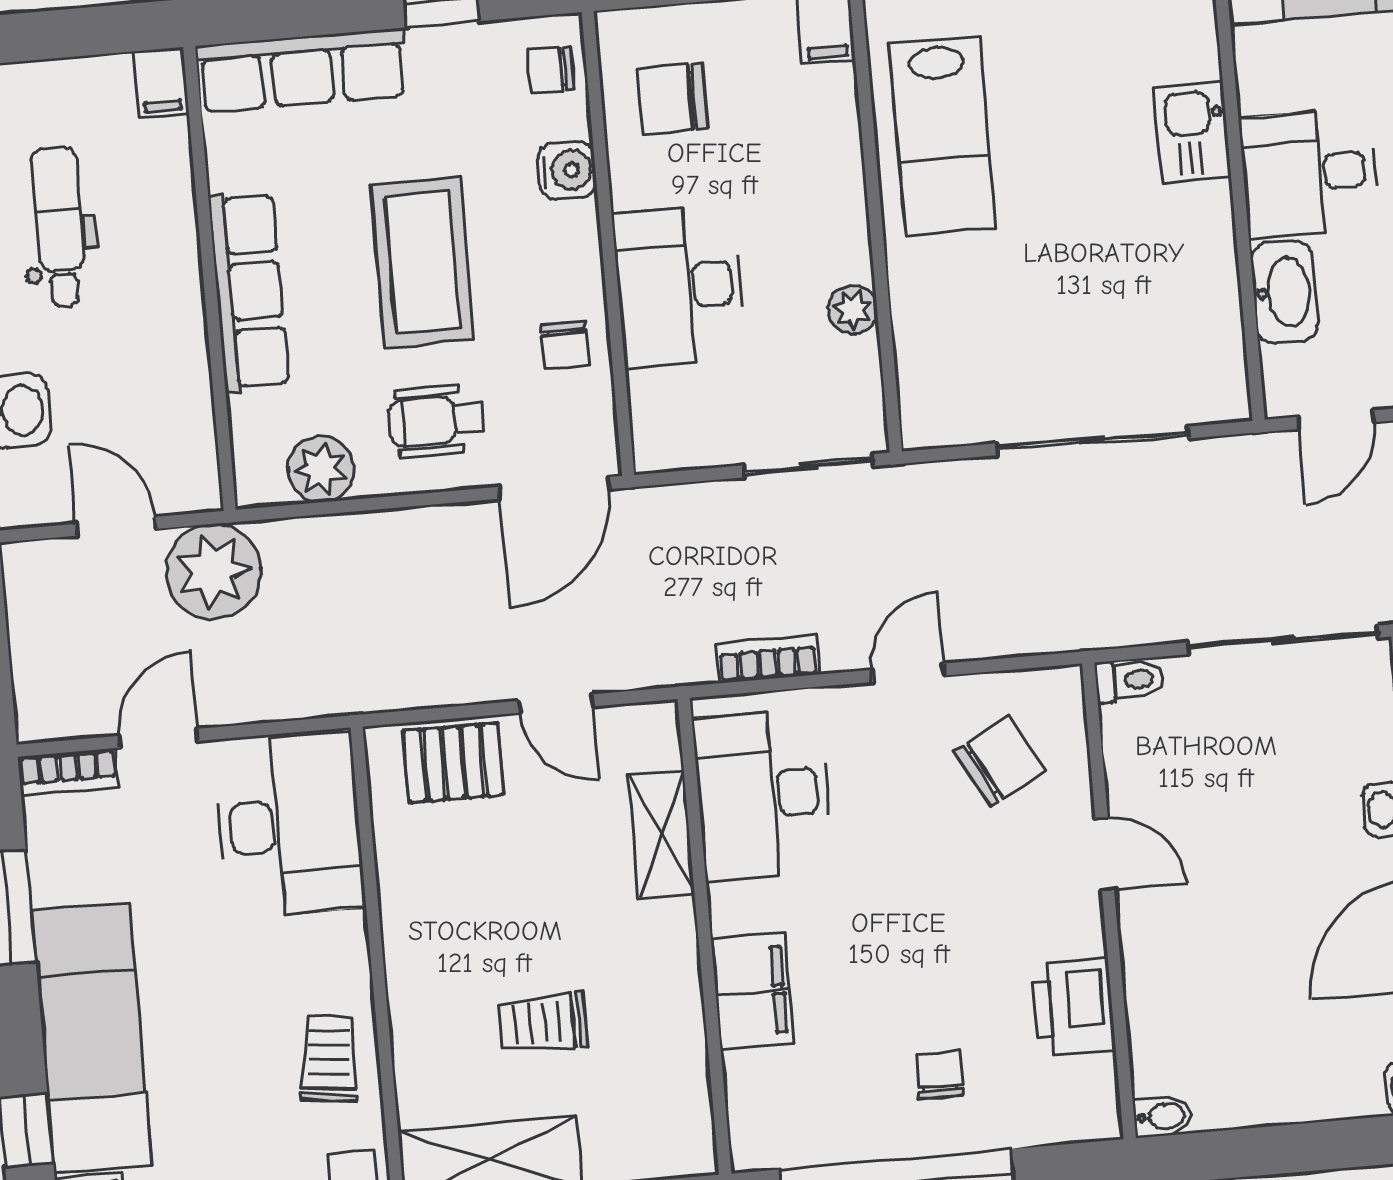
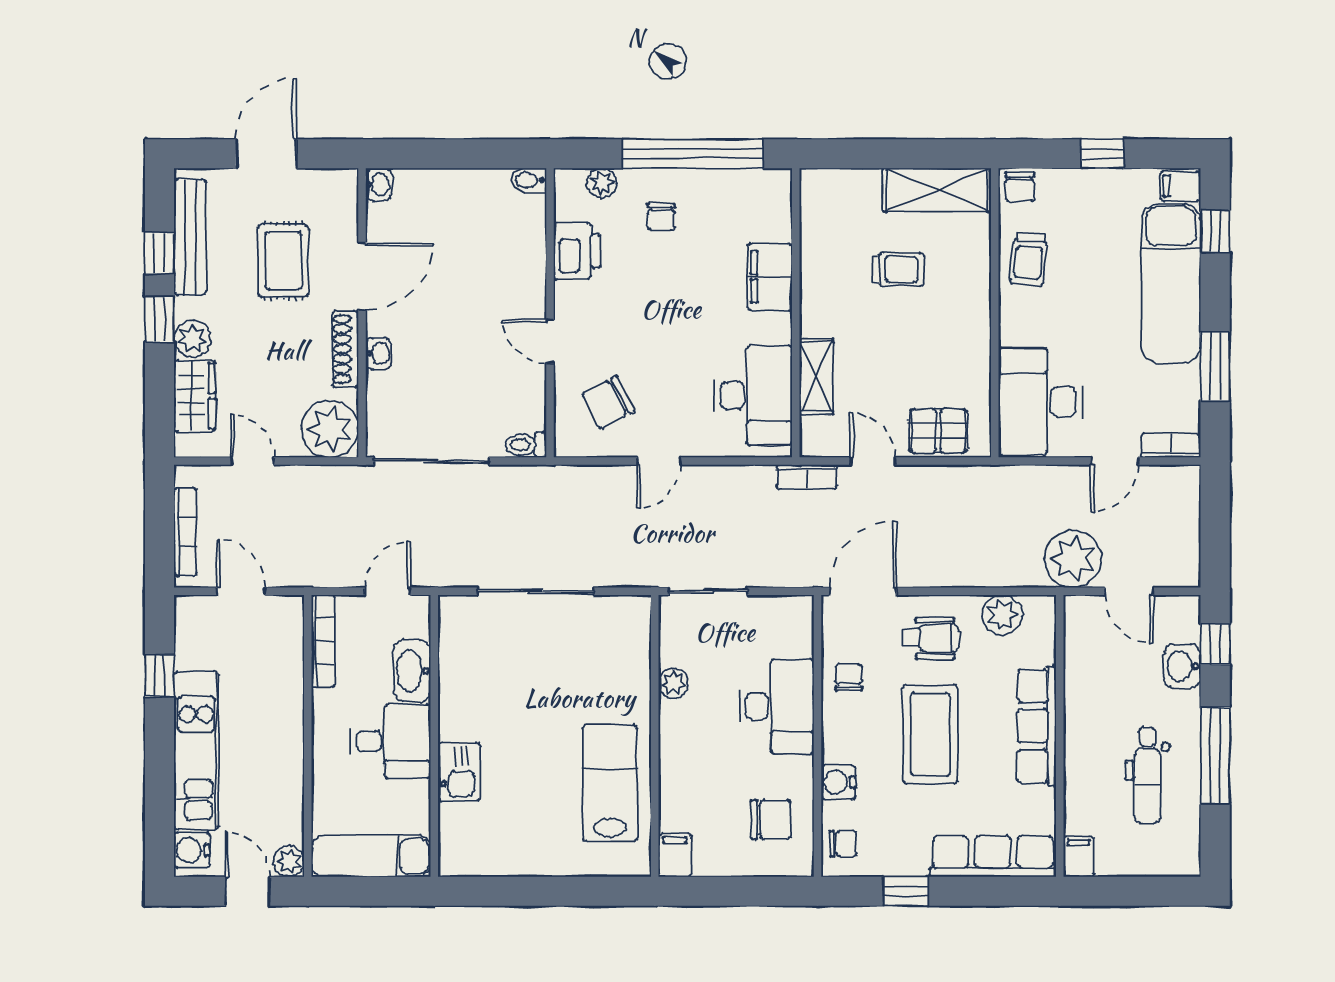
bookcase: (768, 659) -> (807, 477), moved
plant: (1042, 1122) -> (602, 183), added

